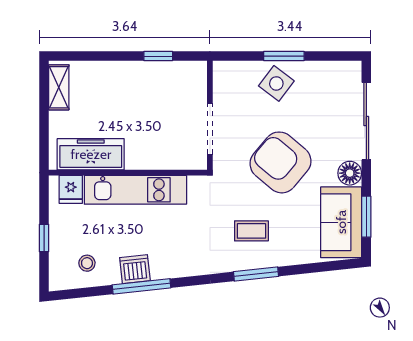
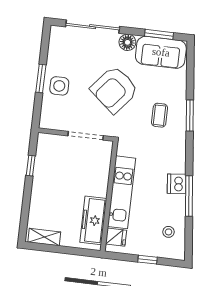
side table: (276, 83) -> (59, 86), turned -37
dishwasher: (135, 269) -> (177, 184), moved

